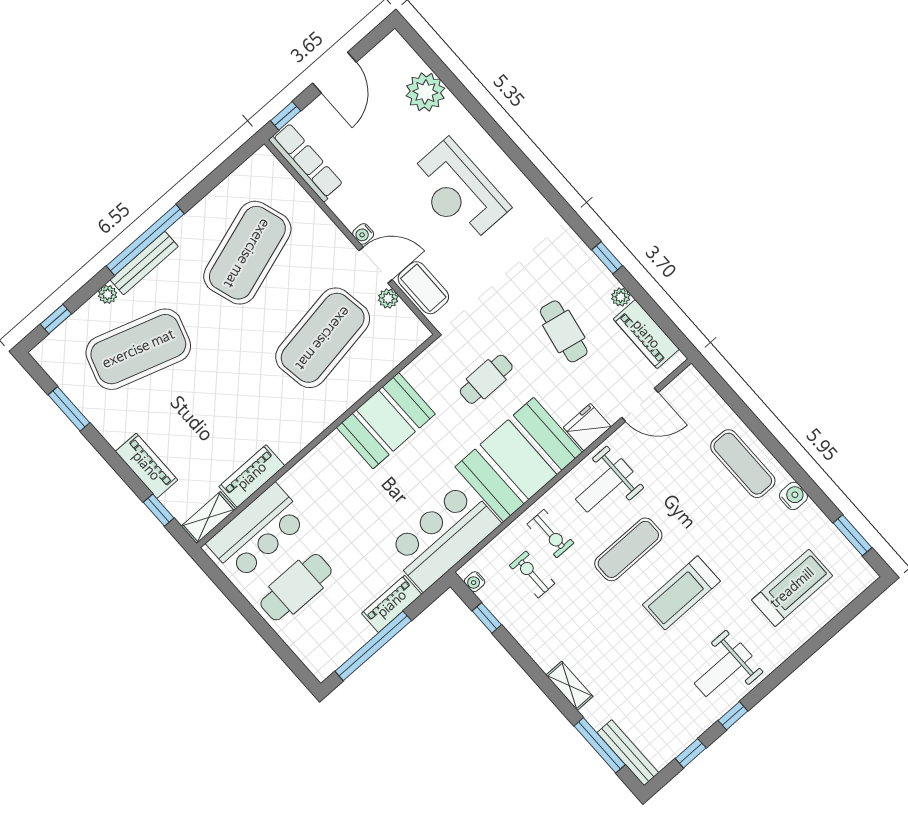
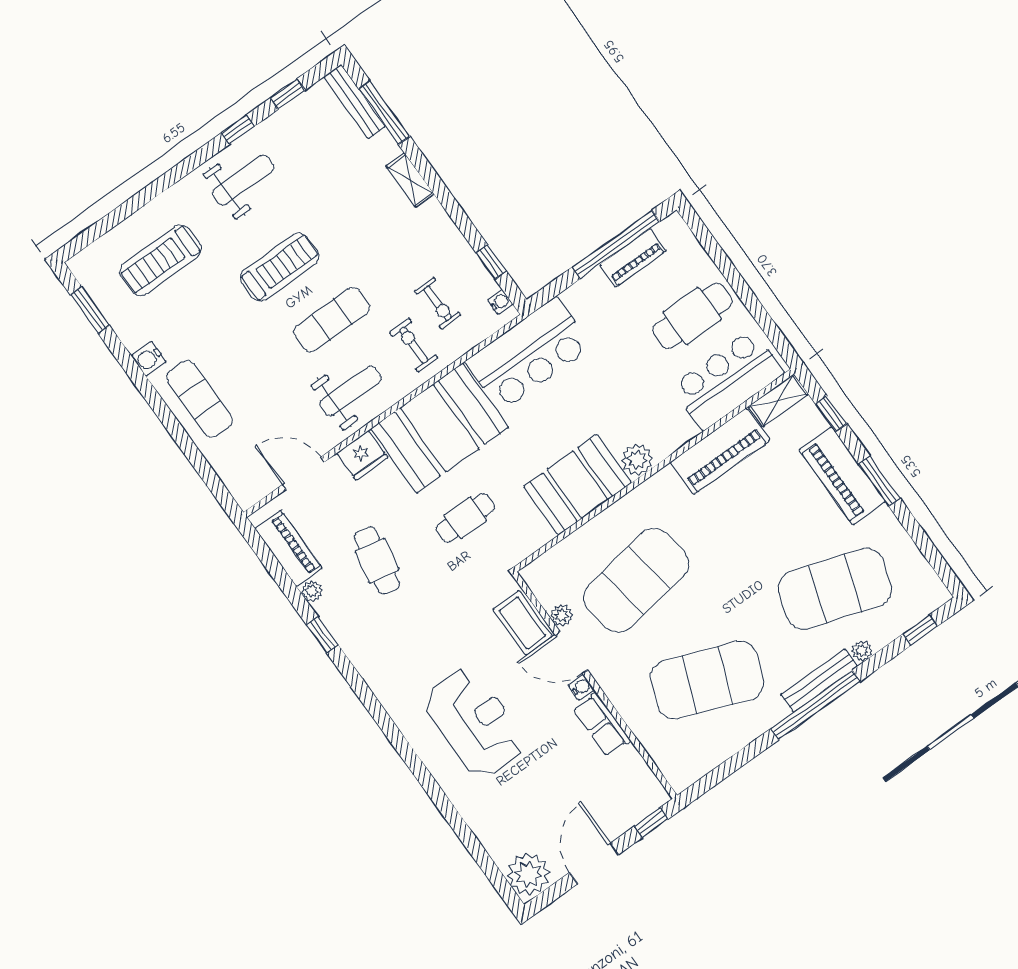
plant: (425, 92) -> (528, 874), moved
row of seats: (306, 162) -> (602, 725), moved, width x0.68
exercise mat: (247, 253) -> (707, 680), turned 39
window: (69, 409) -> (879, 481), moved
plant: (333, 449) -> (637, 460), added
piano: (146, 466) -> (842, 476), width x1.37, depth x1.33
piano: (252, 476) -> (720, 451), width x1.37, depth x1.33
piano: (392, 604) -> (633, 258), moved

